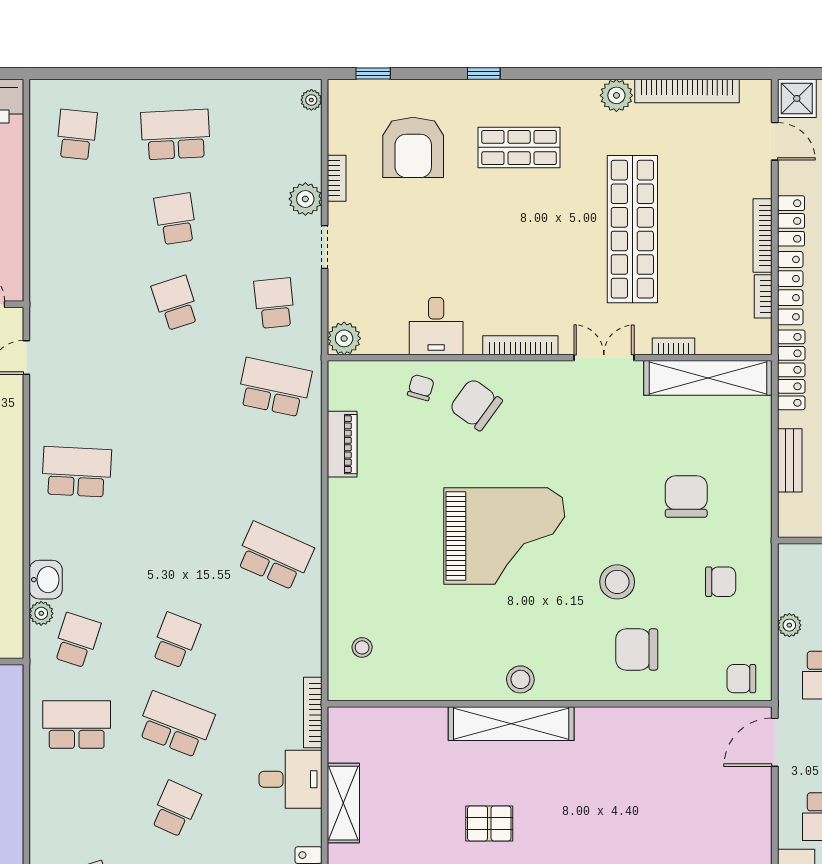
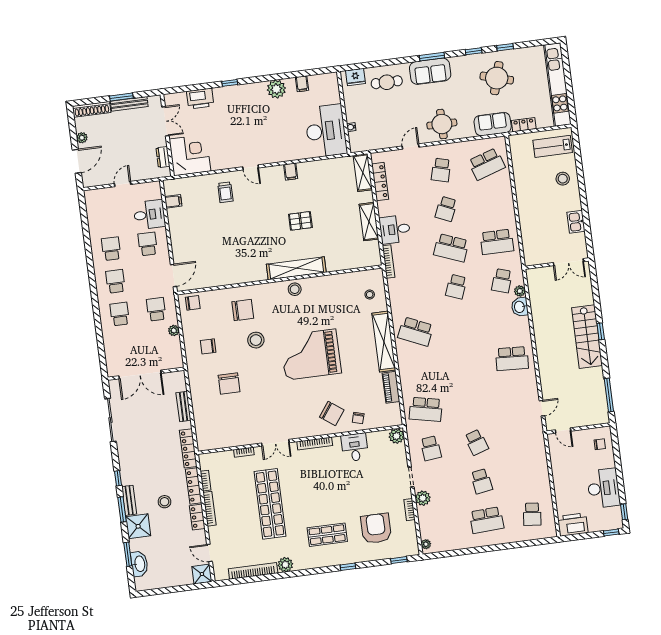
shelving: (708, 378) -> (384, 342), moved, turned 90

